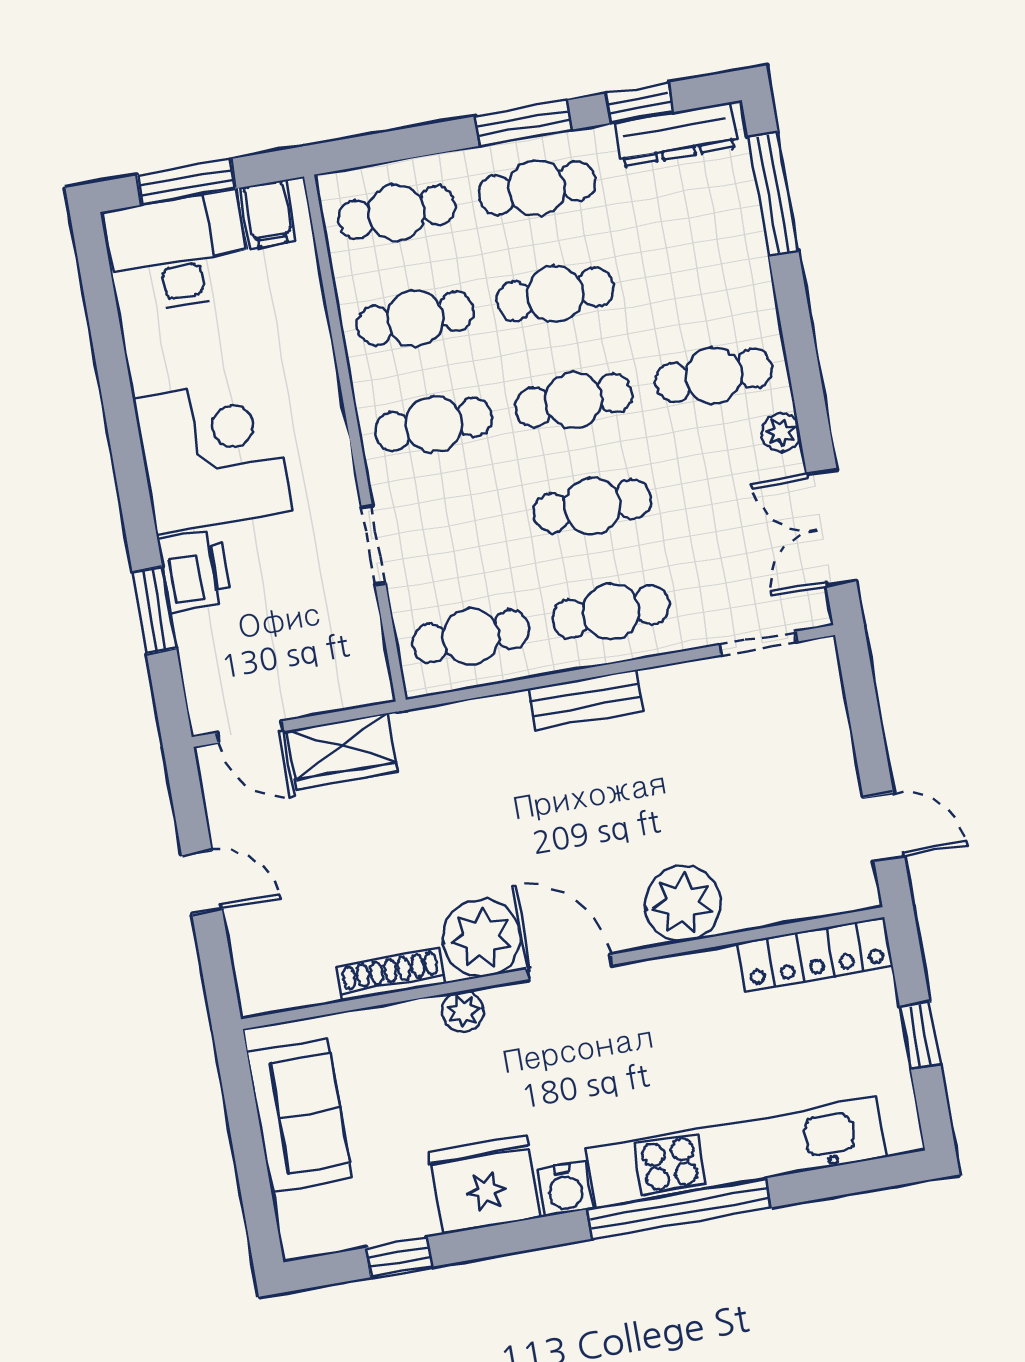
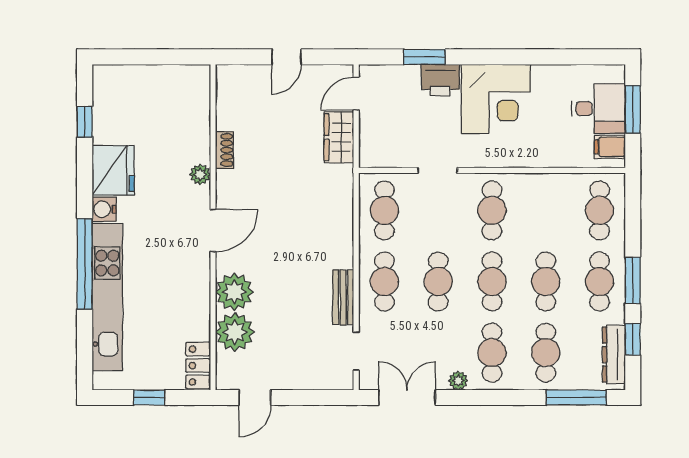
desk: (178, 253) -> (599, 109), width x0.73
cafe table: (415, 318) -> (546, 353), moved
bench: (586, 700) -> (343, 297), moved
plant: (481, 938) -> (235, 332), moved
locker: (815, 954) -> (198, 366), width x0.66
shoe rack: (391, 975) -> (224, 150), width x0.70
sofa: (299, 1115) -> (163, 85), removed

